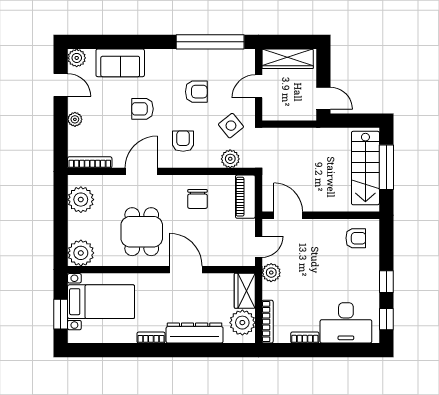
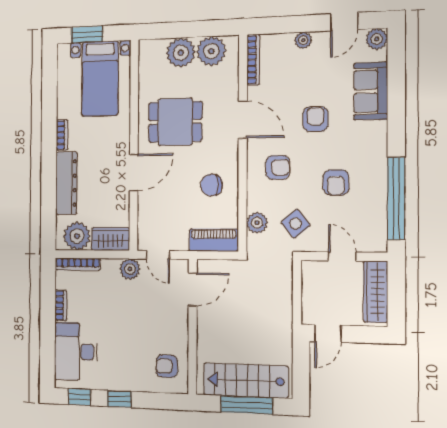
armchair: (356, 238) -> (167, 366), turned 90
plant: (81, 253) -> (181, 53), moved

